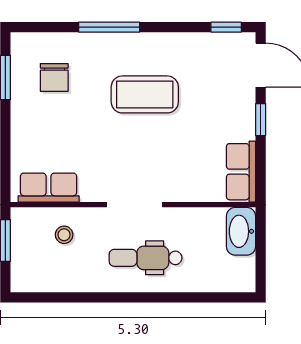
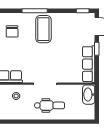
coffee table: (145, 94) -> (43, 29), moved, turned 90
row of seats: (241, 172) -> (89, 64), width x1.48
dental chair: (146, 258) -> (50, 105), turned 180

